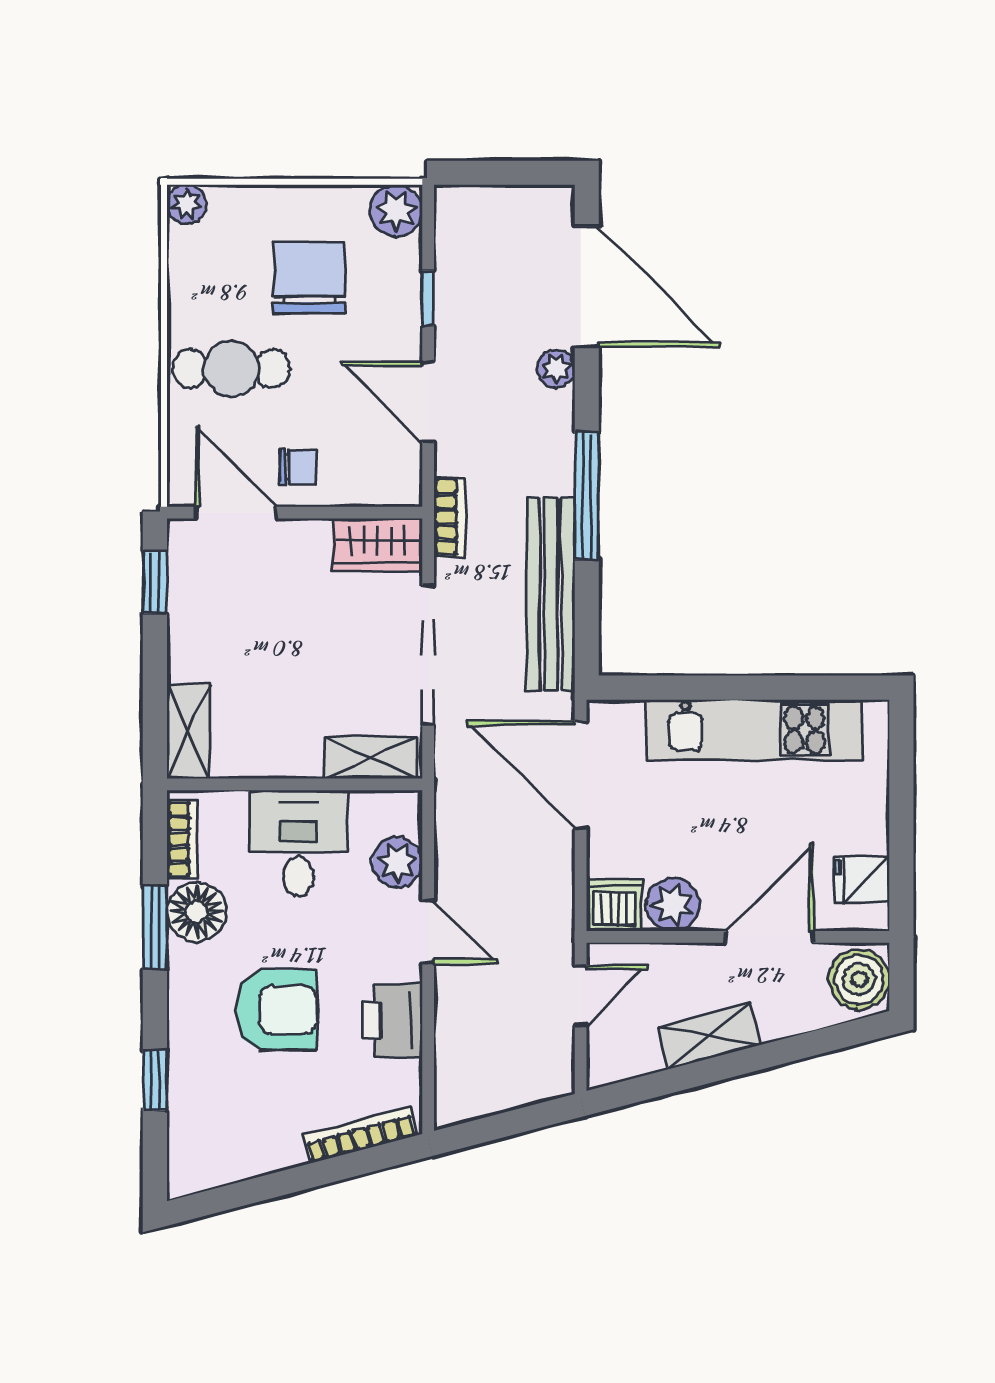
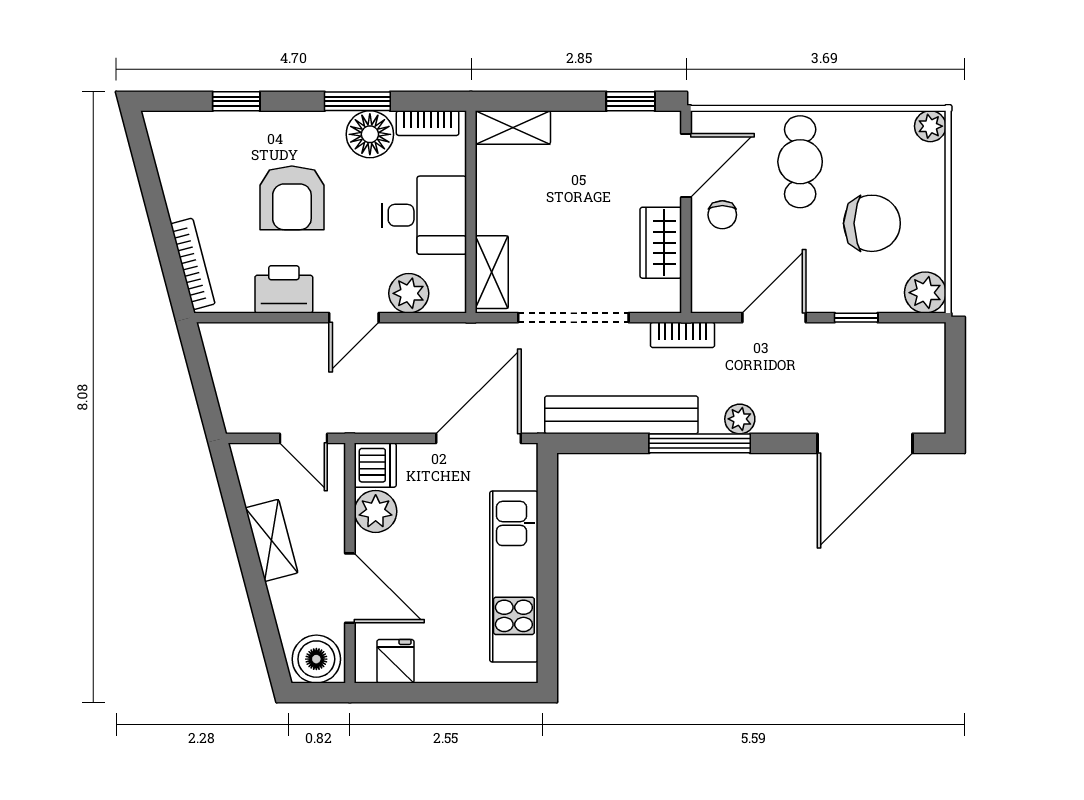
plant: (556, 368) -> (740, 419), moved
wardrobe: (377, 544) -> (661, 243), moved

